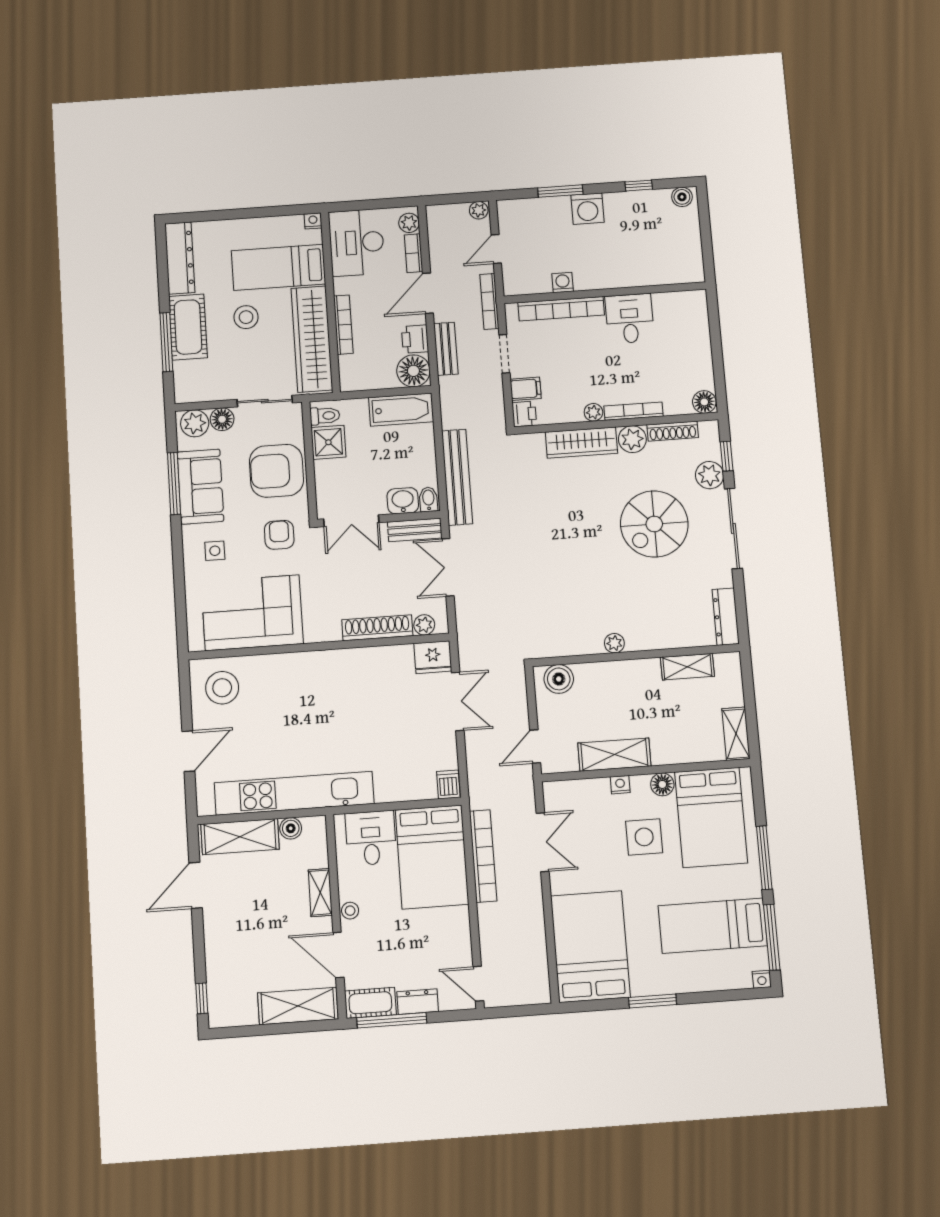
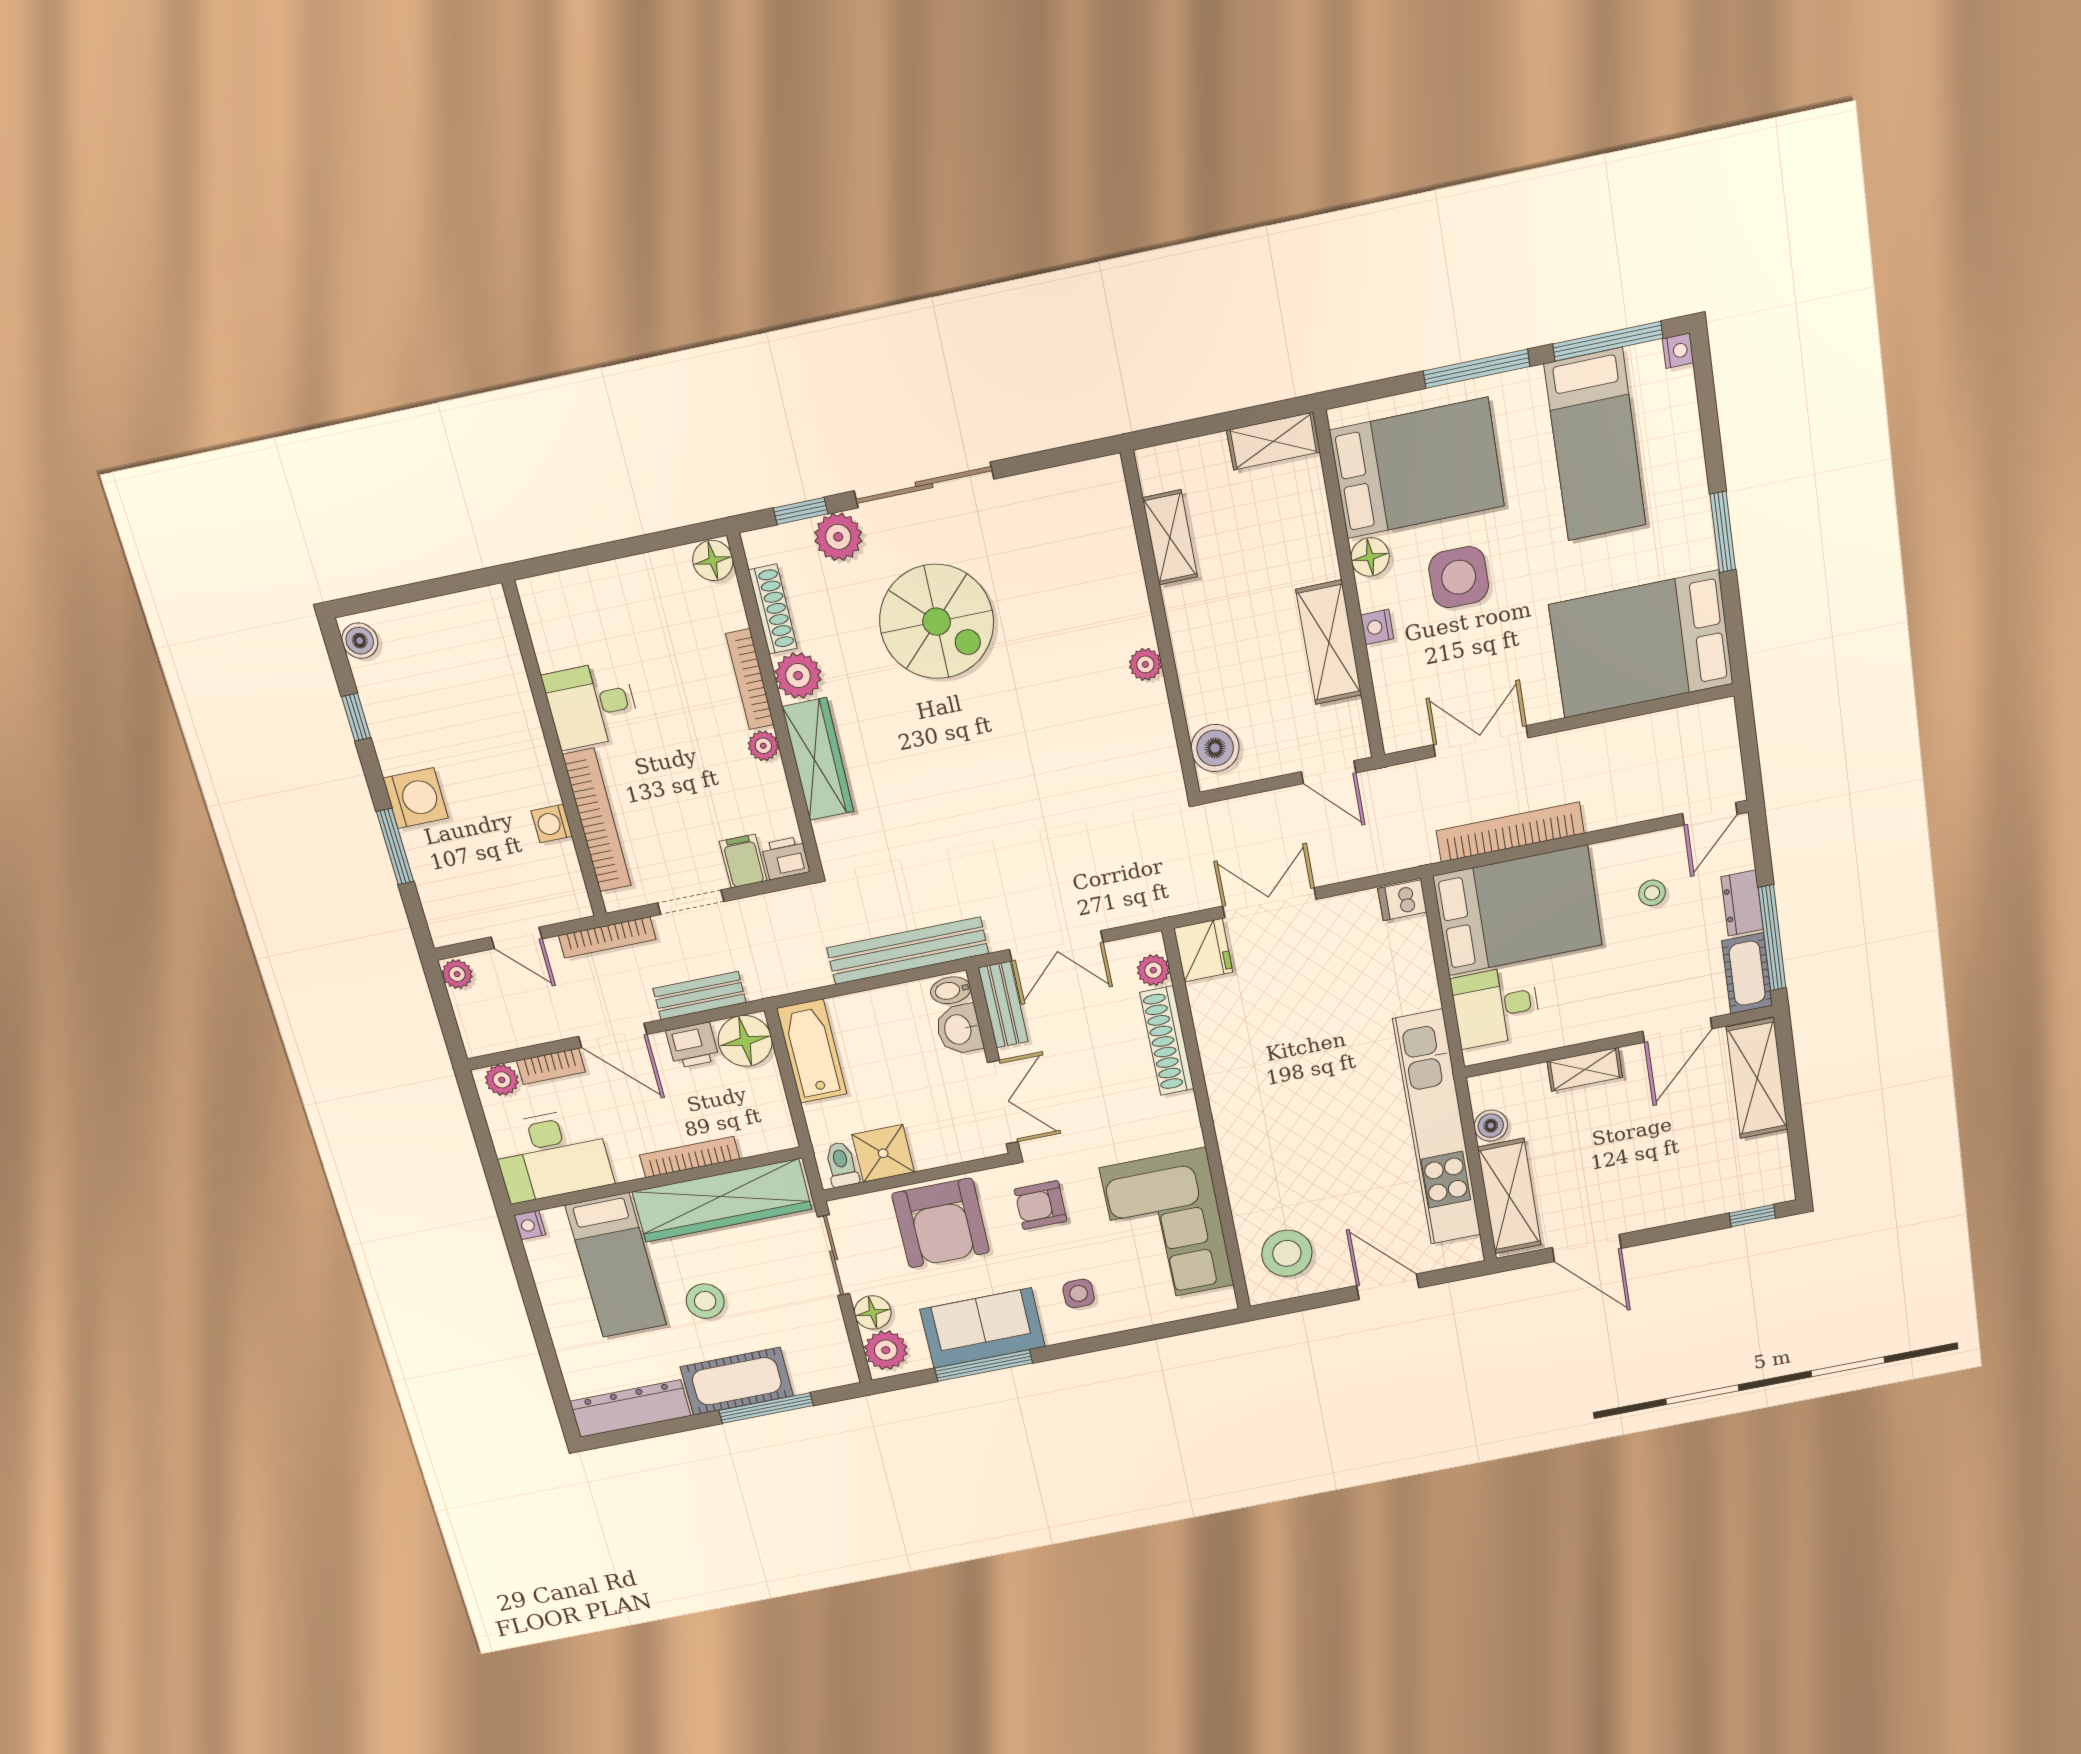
dresser: (726, 617) -> (1077, 481), removed
stool: (350, 911) -> (1652, 893), moved

